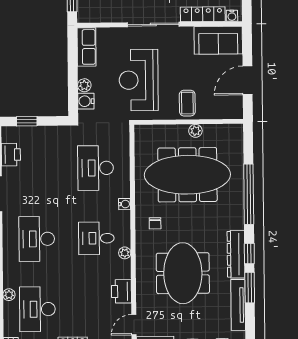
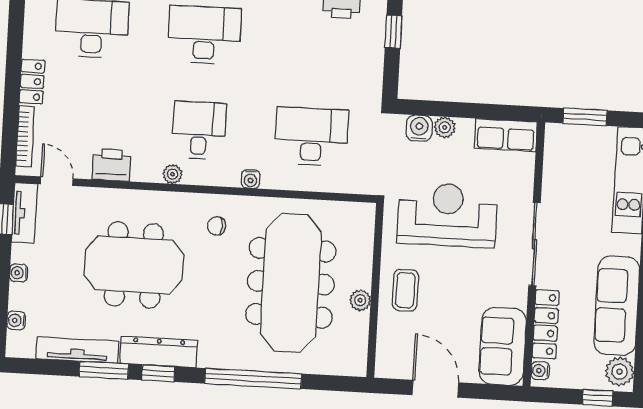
coffee table: (187, 103) -> (405, 290), turned 90

